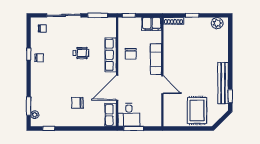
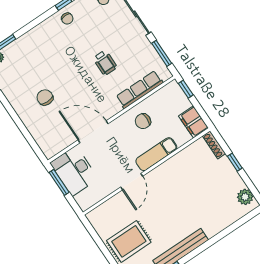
row of seats: (111, 55) -> (140, 90), moved
row of seats: (111, 115) -> (57, 145), removed
desk: (129, 115) -> (74, 171), width x1.37

